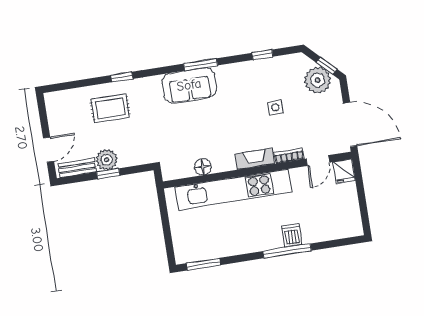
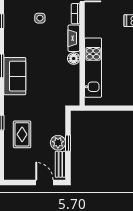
floor lamp: (203, 167) -> (74, 59), moved
kitchen unit: (233, 190) -> (93, 68), width x0.73

